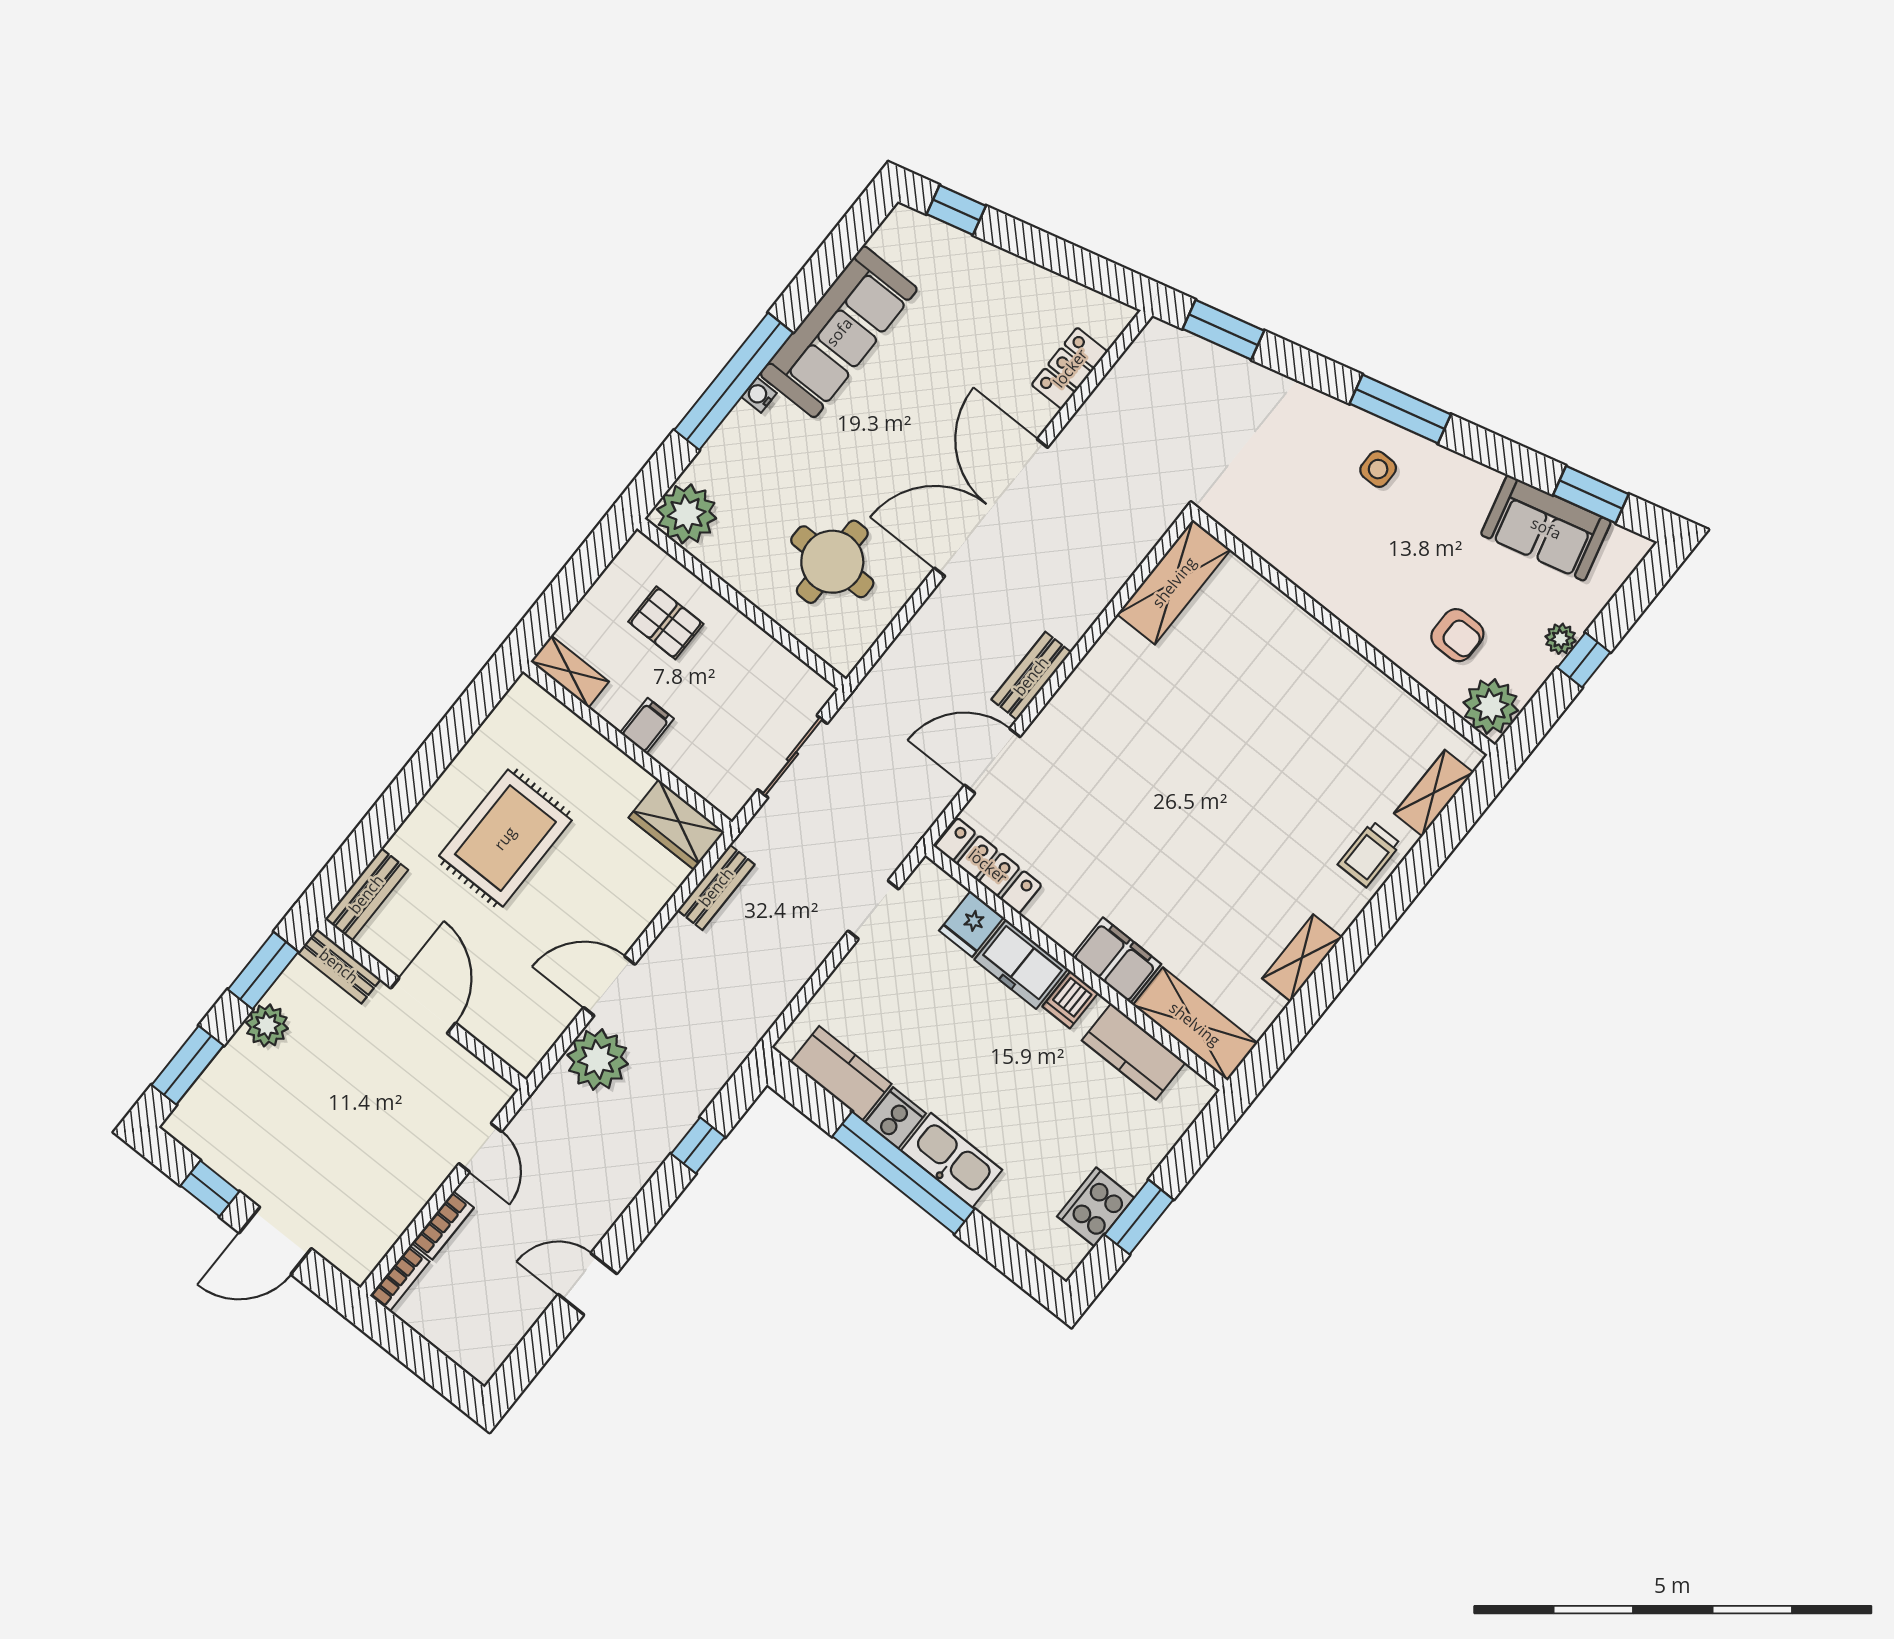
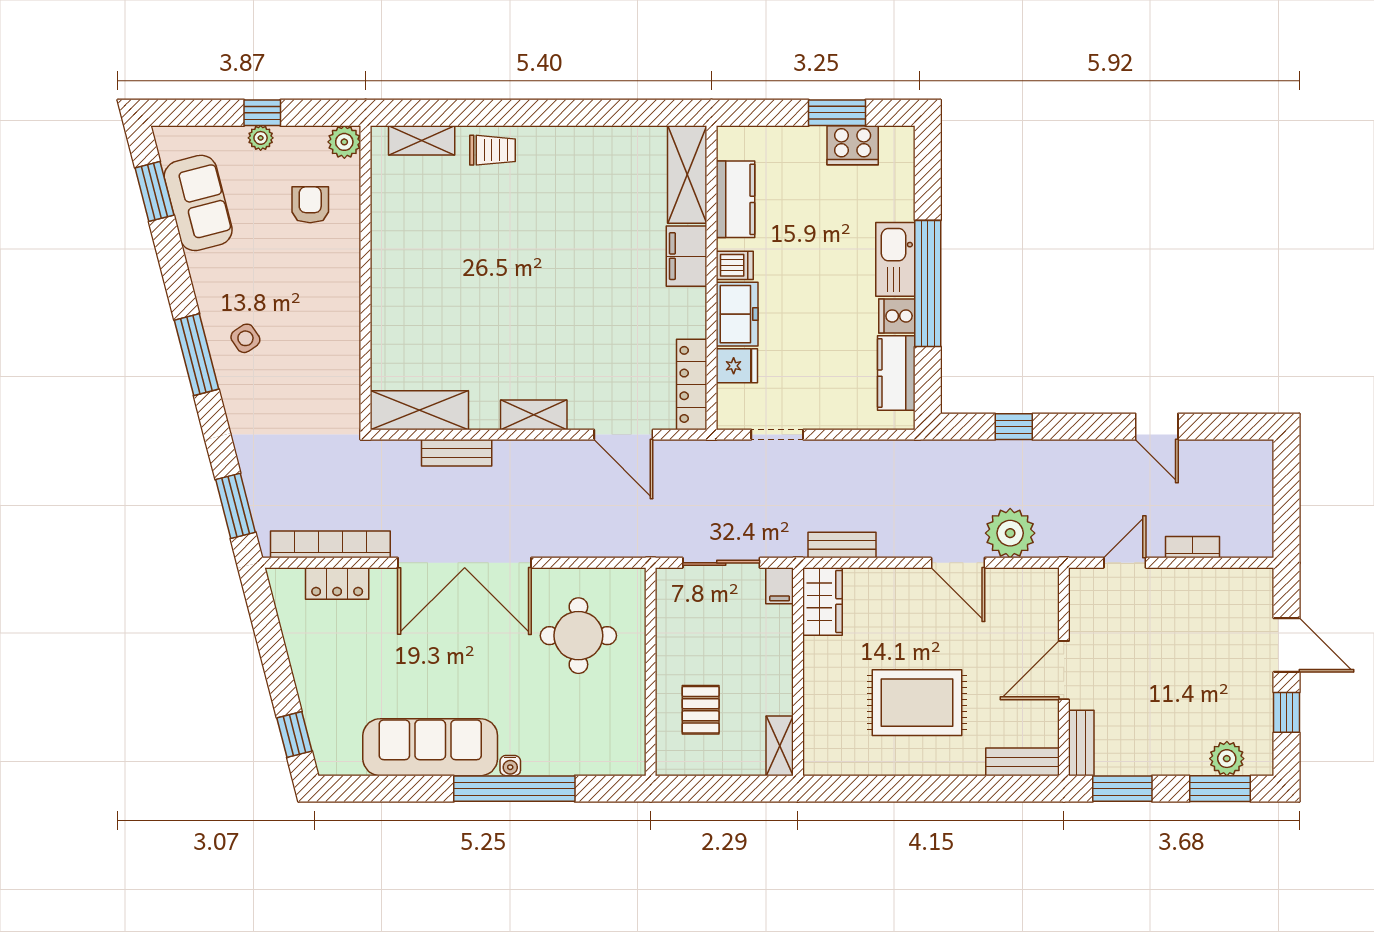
side table: (1378, 469) -> (245, 338), turned -34
plant: (687, 514) -> (622, 752), removed
bench: (1031, 676) -> (457, 453), moved
plant: (1491, 706) -> (344, 142), width x0.73, depth x0.73
filing cabinet: (647, 726) -> (780, 586), moved, turned -90
shelving: (1302, 958) -> (534, 415), moved
plant: (267, 1025) -> (1227, 759), moved
bookcase: (400, 1279) -> (330, 544), moved, width x2.31, depth x1.31

